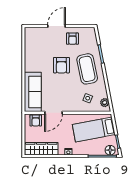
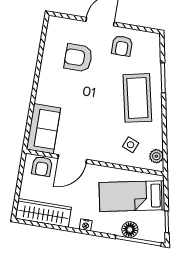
armchair: (61, 65) -> (78, 58), moved, turned 90
sofa: (33, 92) -> (43, 129), width x0.73
floor lamp: (110, 150) -> (130, 230), moved

